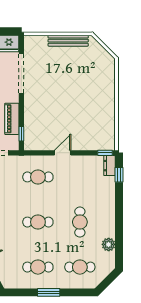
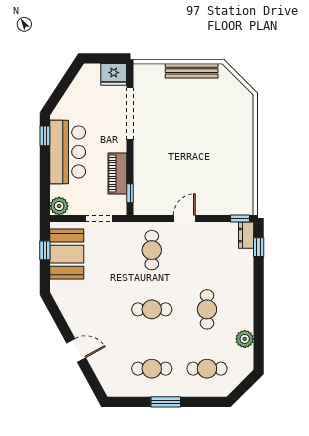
cafe table: (38, 177) -> (152, 250), turned 90

